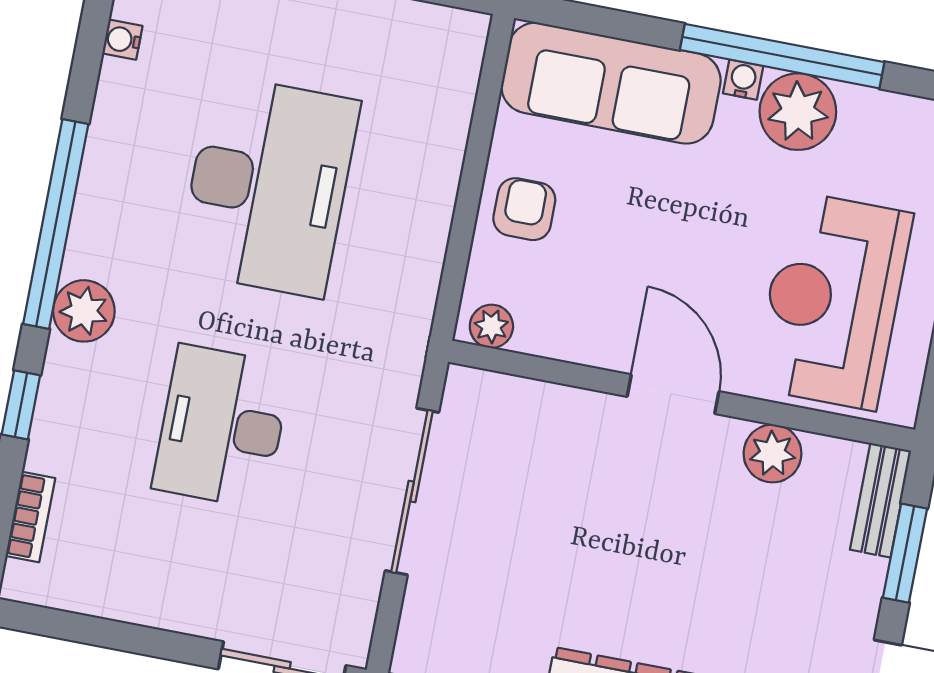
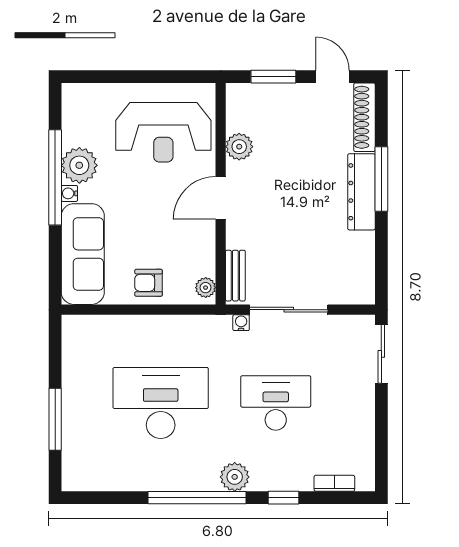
water cooler: (122, 40) -> (241, 323), moved, turned 180
desk: (222, 427) -> (276, 403), turned 180
bench: (881, 500) -> (235, 276), moved, turned 90

